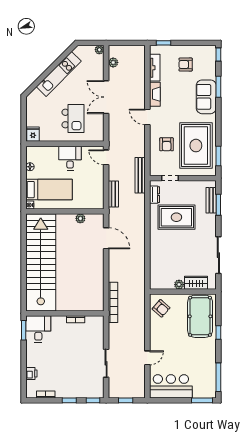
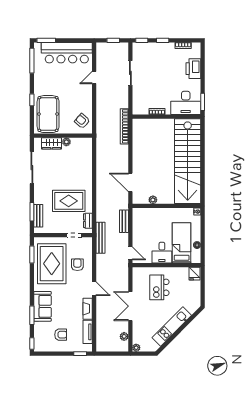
double door: (106, 97) -> (130, 306), swing flipped
bed: (49, 190) -> (182, 243), moved, turned 90
desk: (38, 329) -> (186, 103), width x1.37
printer: (31, 374) -> (193, 69), width x1.87, depth x1.48
bar counter: (171, 386) -> (67, 53), width x1.36

